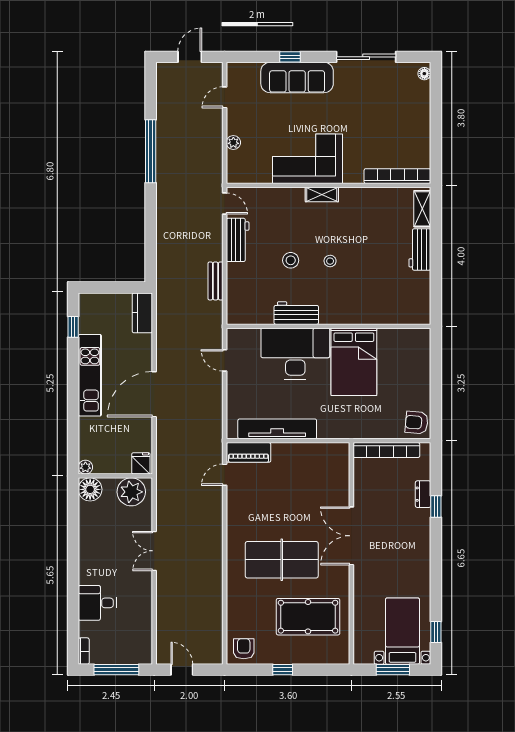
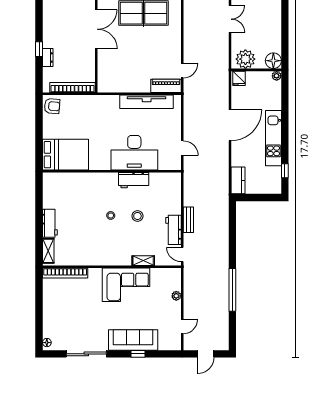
shelving: (322, 195) -> (143, 261), moved
bench: (216, 281) -> (188, 220), moved
bed: (354, 362) -> (65, 155), moved, turned 90

